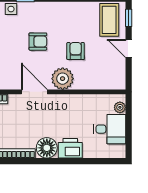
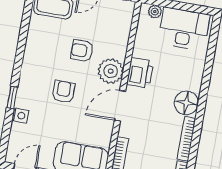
desk: (110, 129) -> (184, 29), width x1.37
printer: (70, 148) -> (140, 73), moved, turned 180

